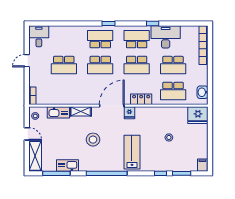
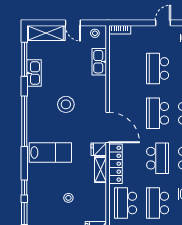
door: (27, 61) -> (163, 23), hinge flipped
school desk: (137, 65) -> (158, 158), turned 180
locker: (141, 99) -> (115, 164), width x1.53
shelving: (81, 111) -> (100, 170), moved
door: (27, 134) -> (73, 23), hinge flipped

